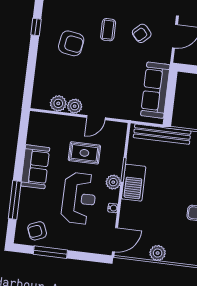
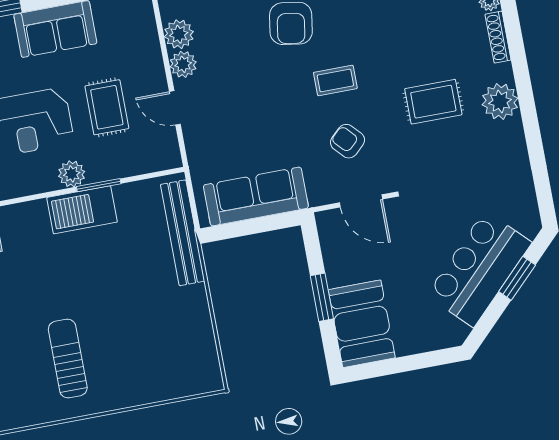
water cooler: (113, 208) -> (26, 188), removed

